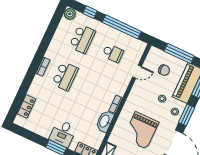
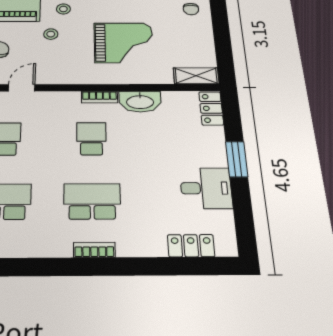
door: (137, 72) -> (22, 88), hinge flipped
school desk: (95, 90) -> (91, 139), added
desk: (63, 133) -> (206, 188), moved

